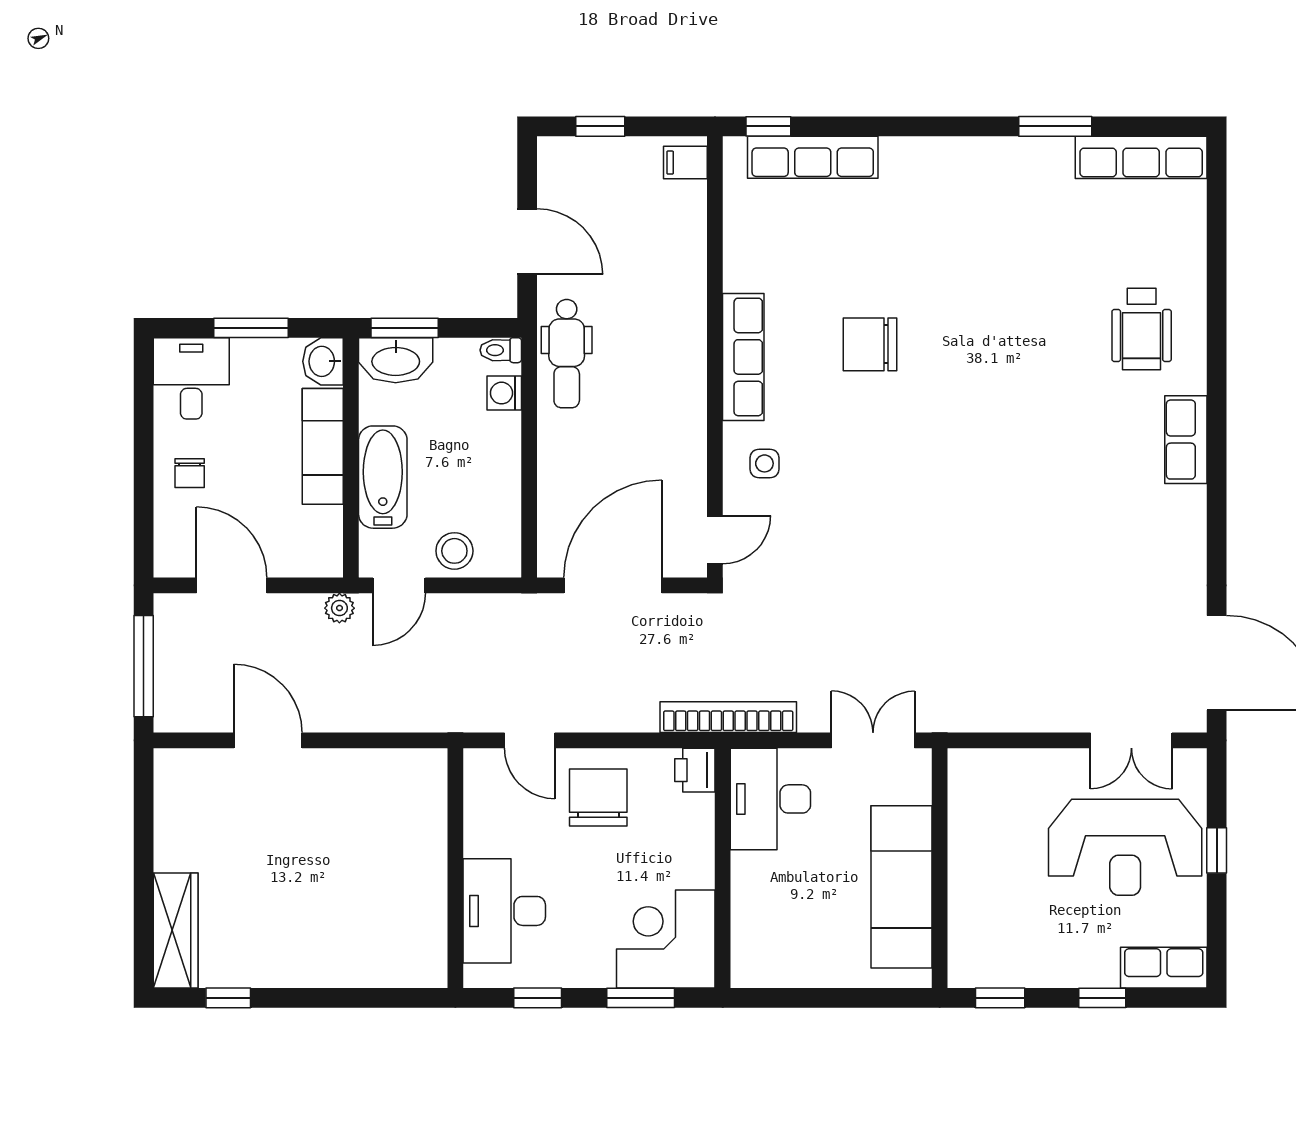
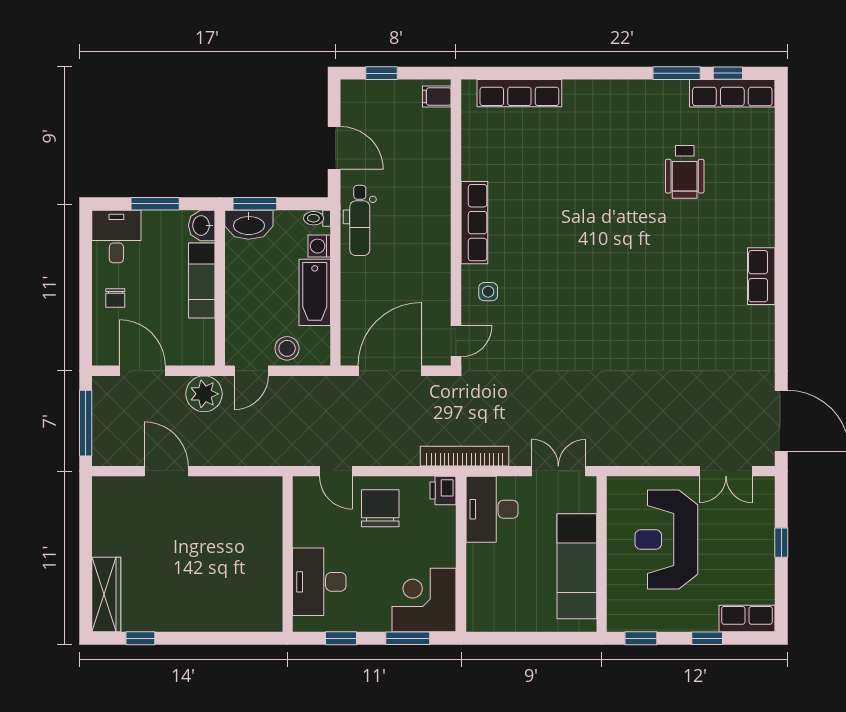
window: (768, 126) -> (728, 73), moved
wheelchair: (1142, 329) -> (685, 172), moved
chair: (870, 344) -> (556, 214), removed
bathtub: (383, 477) -> (315, 292), moved, turned 180
plant: (339, 608) -> (204, 394), width x1.87, depth x1.87
reception desk: (1125, 847) -> (666, 539), moved, turned 90

